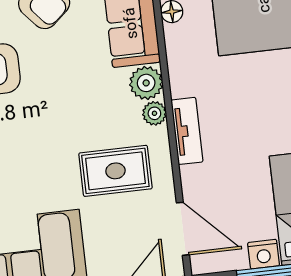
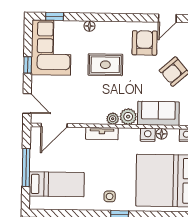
rug: (115, 171) -> (105, 65), moved, turned 90
nightstand: (264, 254) -> (148, 135), moved, turned 90

